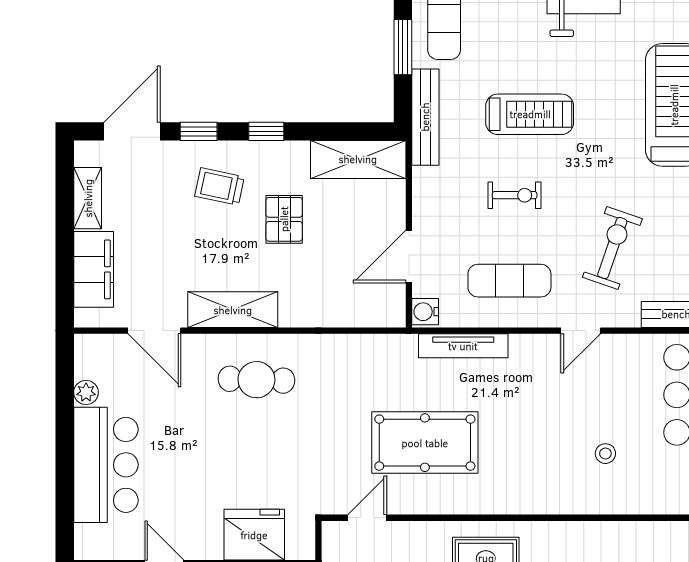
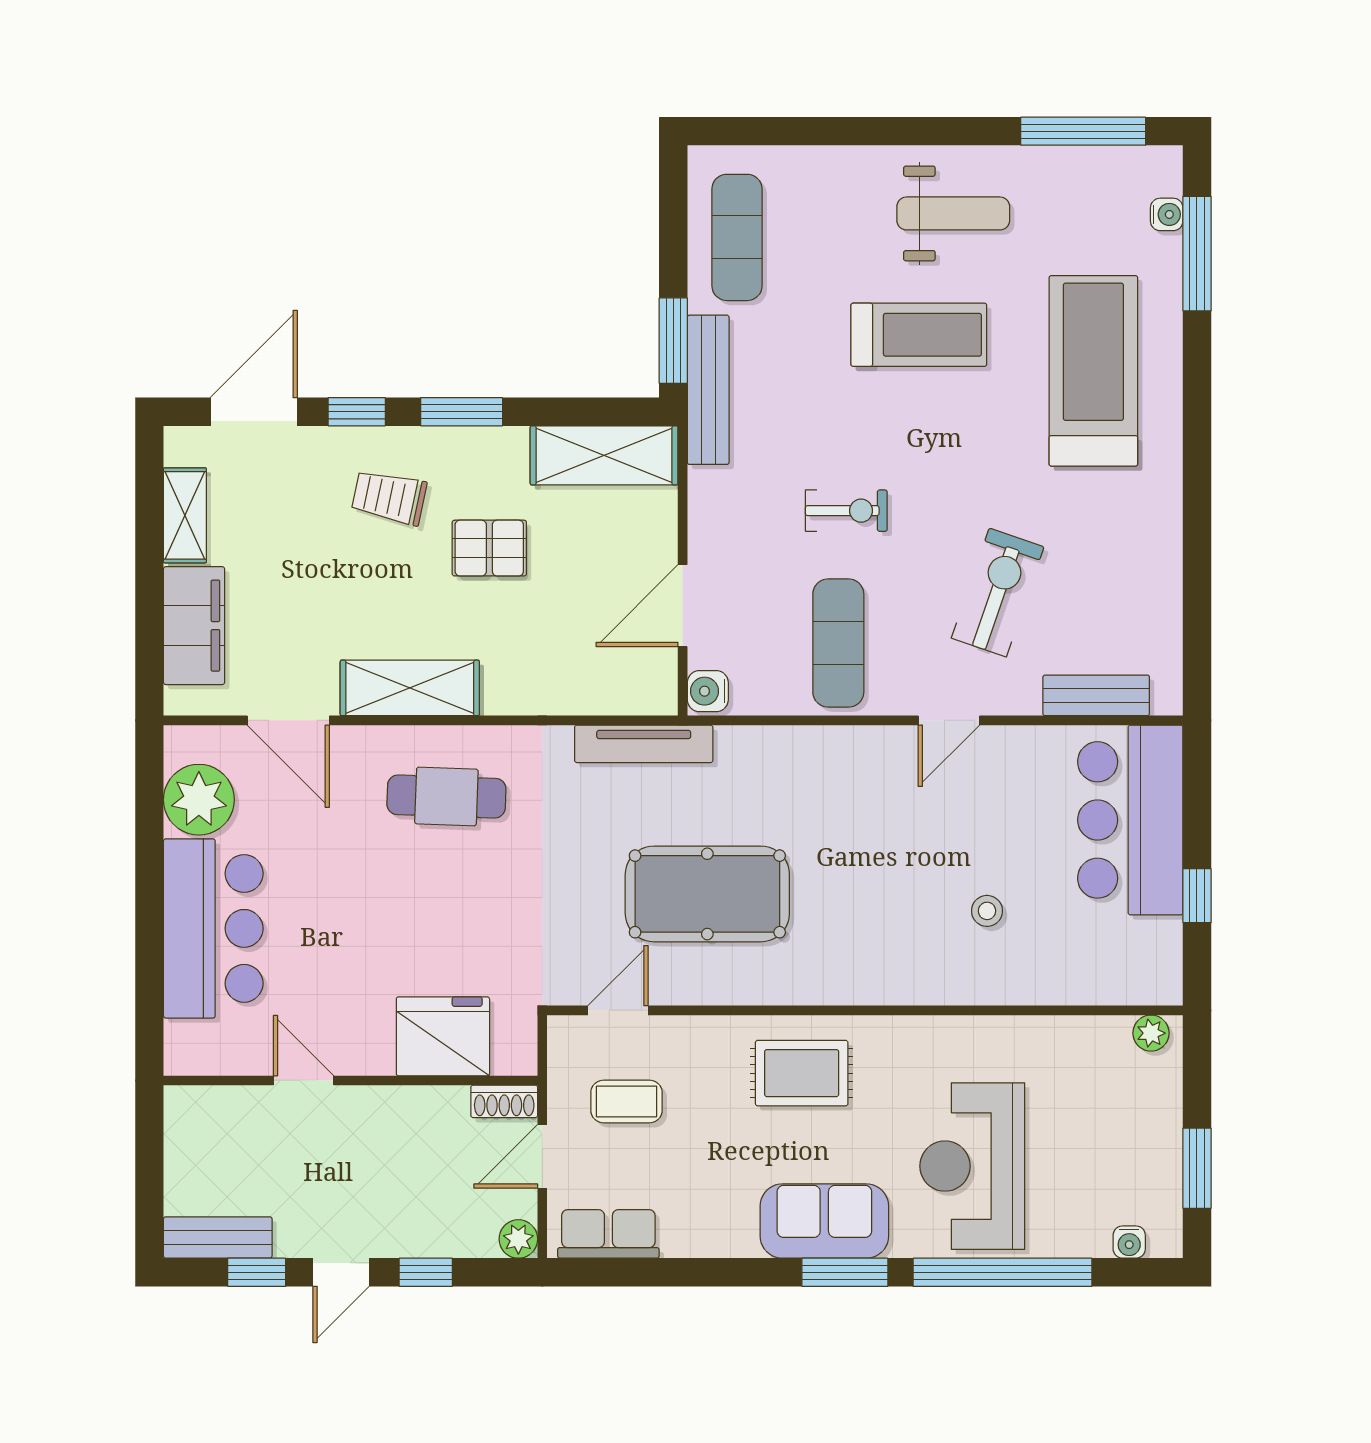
window: (403, 47) -> (673, 341), moved
treadmill: (530, 114) -> (919, 335), moved
window: (266, 131) -> (462, 412), width x1.50
pallet: (284, 219) -> (489, 548), turned 90
exercise mat: (509, 281) -> (838, 643), turned 90
tv unit: (463, 346) -> (644, 744), moved
plant: (86, 392) -> (199, 800), width x1.88, depth x1.88

